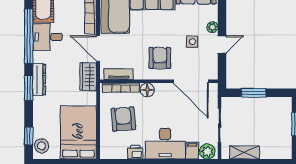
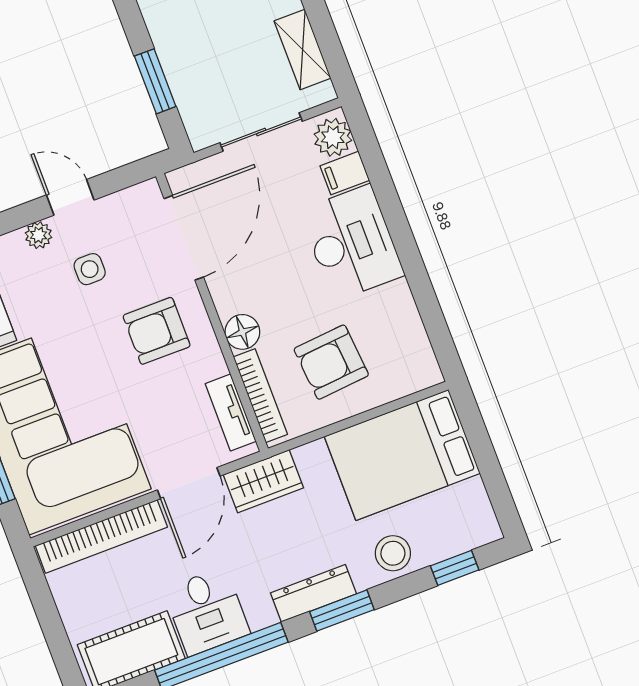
stool: (42, 146) -> (393, 553), moved
printer: (135, 152) -> (398, 305), removed

